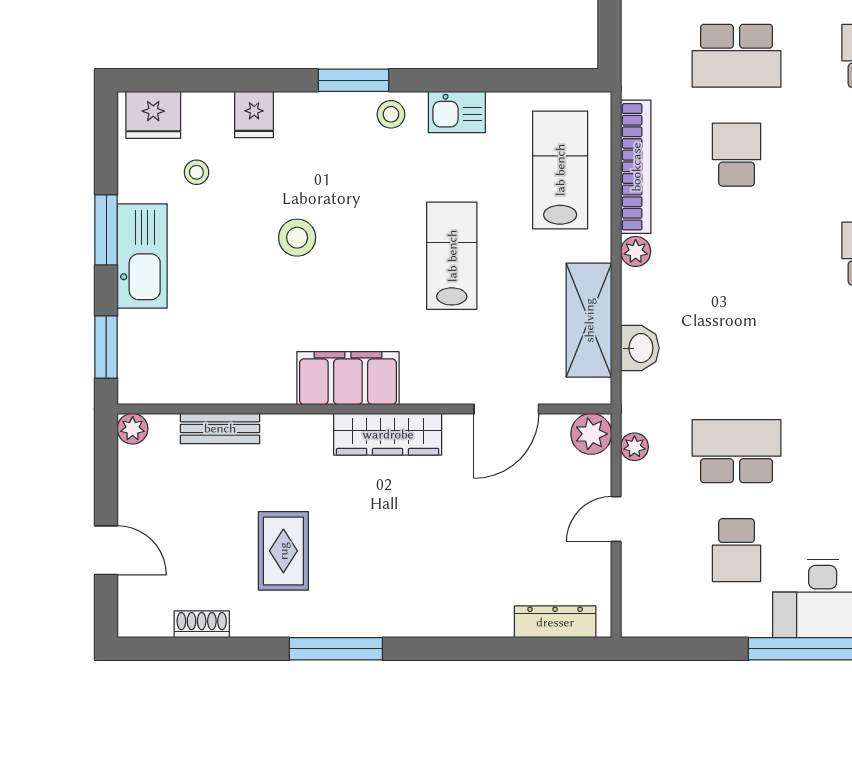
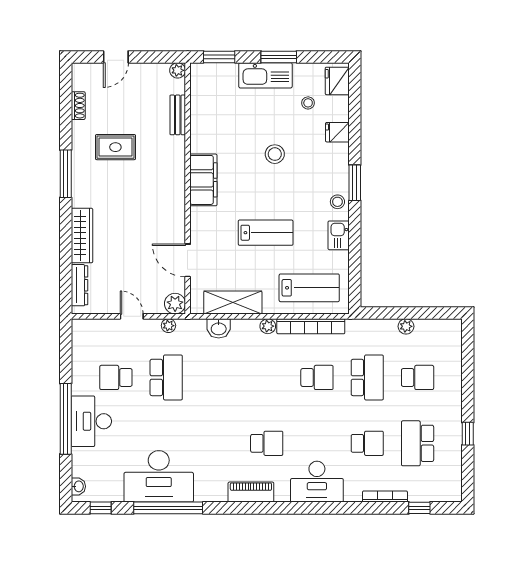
school desk: (737, 56) -> (367, 377), turned 180
wardrobe: (388, 434) -> (82, 236), moved, turned 180

